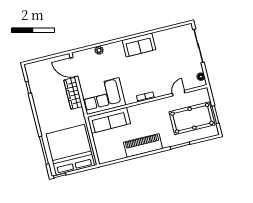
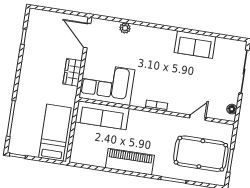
sofa: (139, 45) -> (195, 45), moved
wardrobe: (73, 93) -> (72, 72), width x0.67
bed: (70, 150) -> (55, 133), width x0.49

